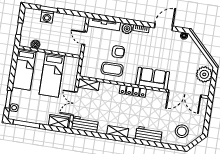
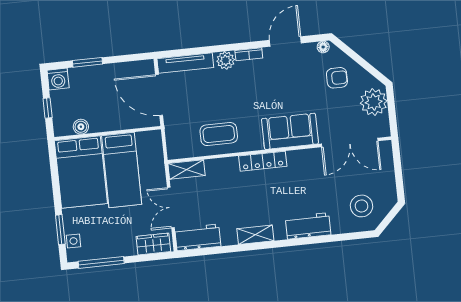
washing machine: (47, 17) -> (58, 79), moved
door: (84, 38) -> (159, 95), width x1.88
armchair: (118, 52) -> (337, 78), moved
bed: (24, 69) -> (81, 172), width x1.50

